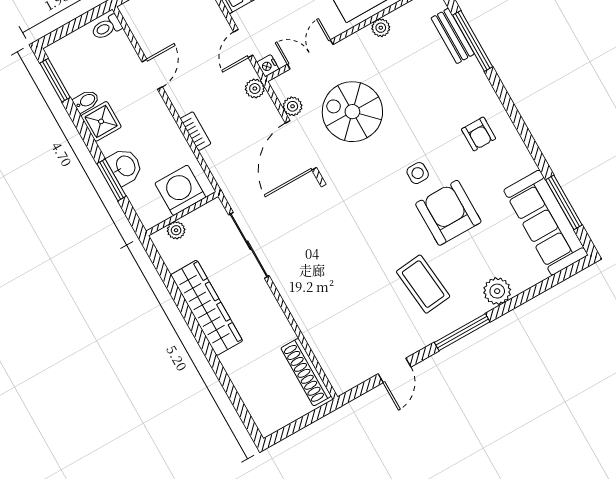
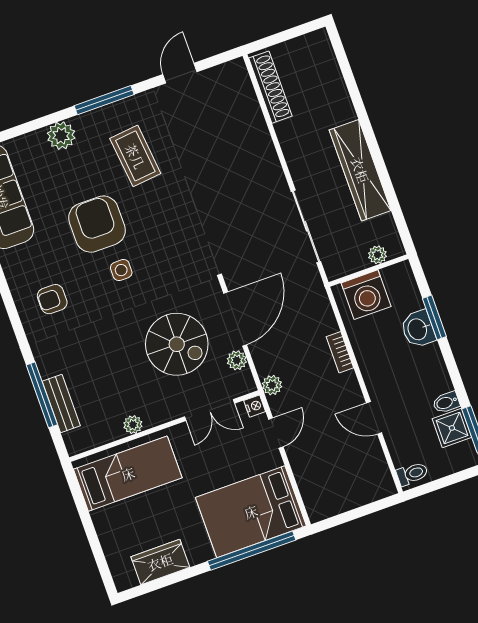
door: (152, 74) -> (374, 418), hinge flipped
shower: (101, 121) -> (452, 428), moved
armchair: (479, 134) -> (52, 299), turned -90
armchair: (448, 213) -> (97, 224), turned 180

